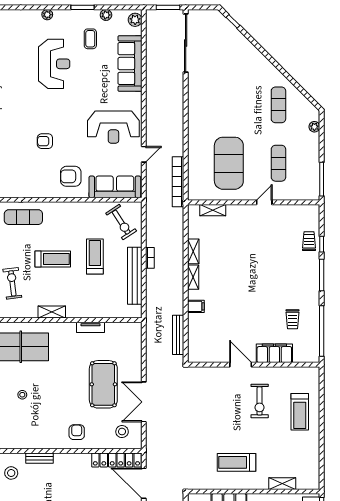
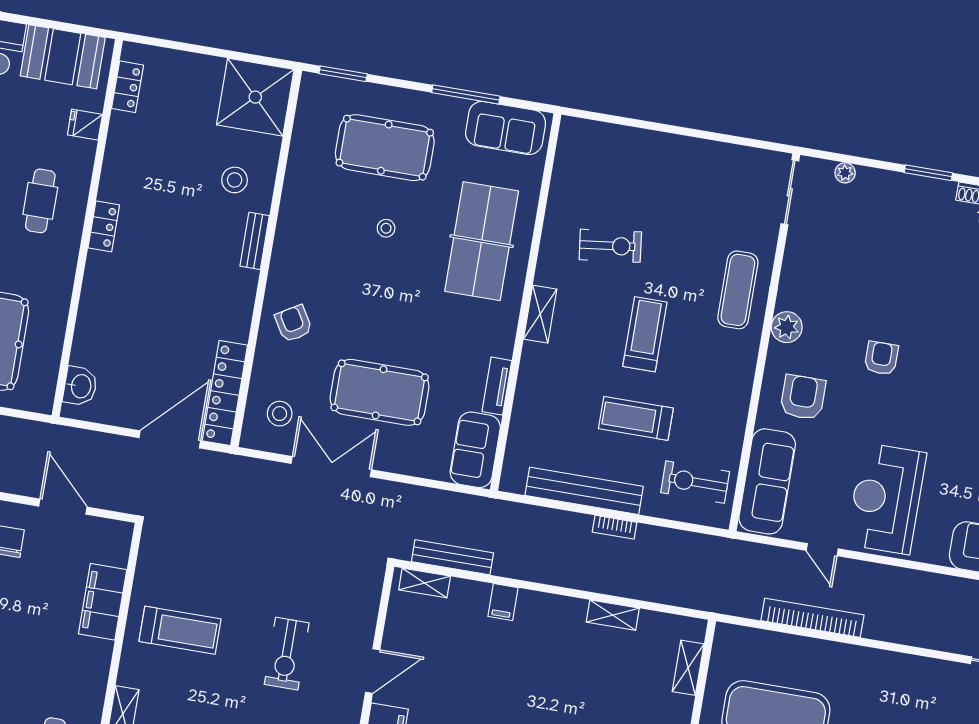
bookcase: (178, 182) -> (812, 618), moved
plant: (38, 190) -> (787, 327), added
exercise bike: (121, 222) -> (695, 482), turned 33
treadmill: (95, 256) -> (636, 418), turned 180
treadmill: (53, 259) -> (645, 334), turned 180
shelving: (193, 277) -> (425, 583), moved
sofa: (124, 333) -> (475, 450), added
exercise bike: (260, 401) -> (287, 654), moved, turned -90
armchair: (77, 432) -> (293, 324), turned -121
treadmill: (237, 462) -> (180, 630), turned 90

